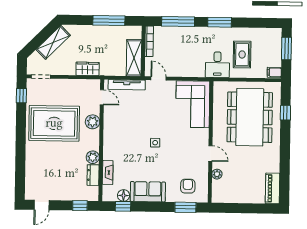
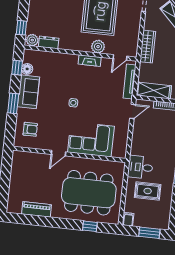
wardrobe: (88, 69) -> (148, 47), width x1.50
corner sofa: (193, 104) -> (91, 139), moved
plant: (93, 157) -> (32, 40), moved
fireplace: (108, 173) -> (90, 61), moved
plant: (217, 174) -> (39, 157), removed
piano: (272, 188) -> (37, 209), moved
window: (185, 207) -> (13, 103), moved

